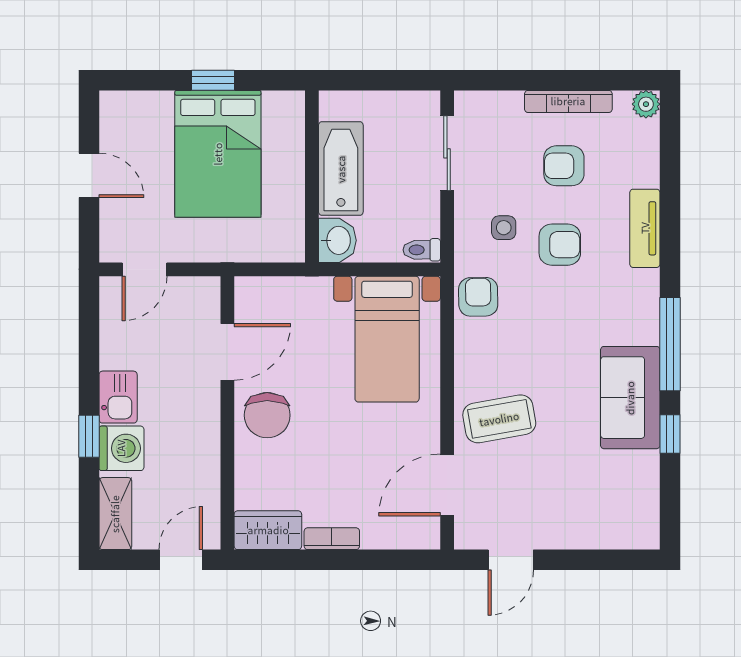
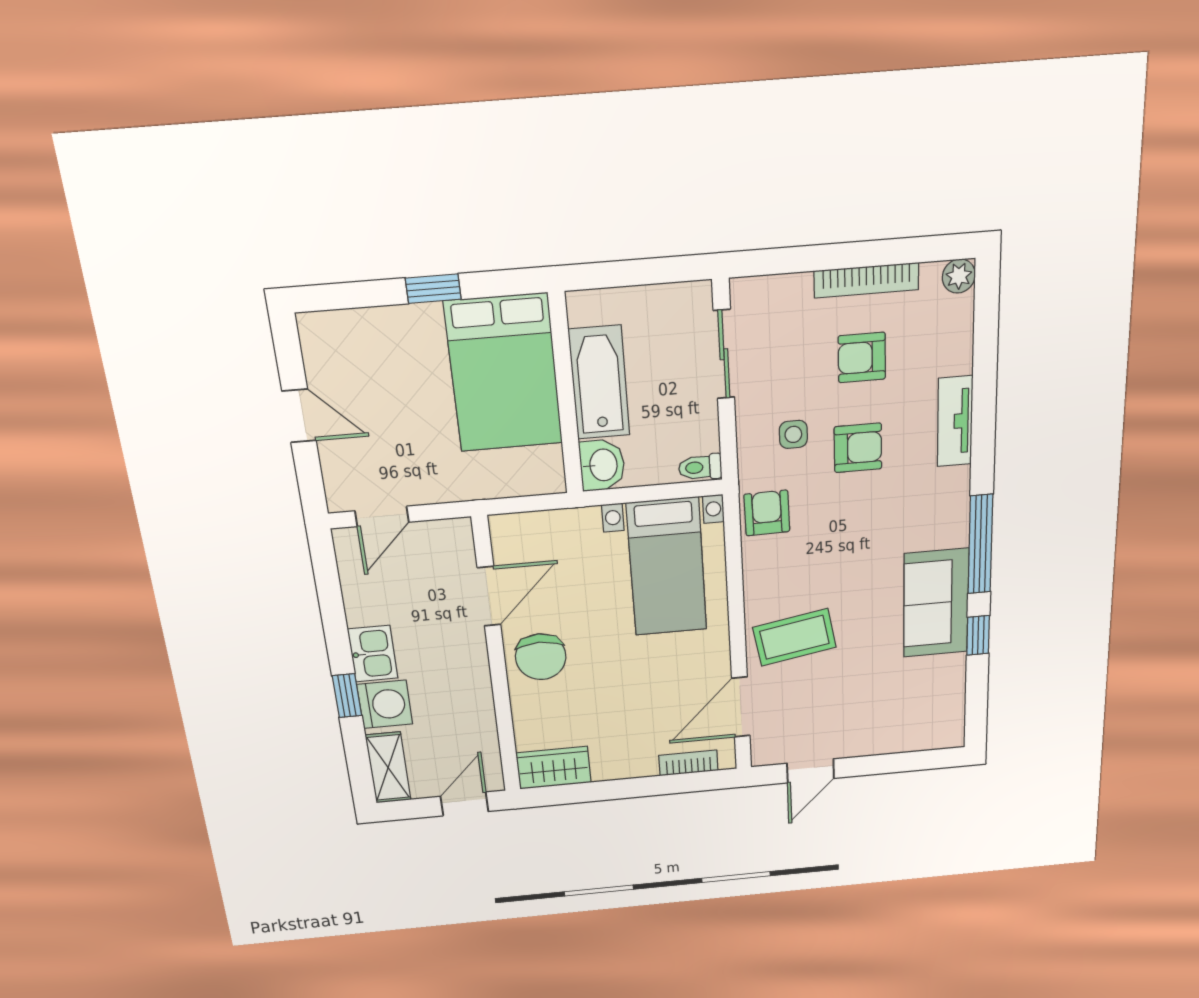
bed: (218, 154) -> (504, 373), moved
bookcase: (332, 539) -> (688, 763), moved

